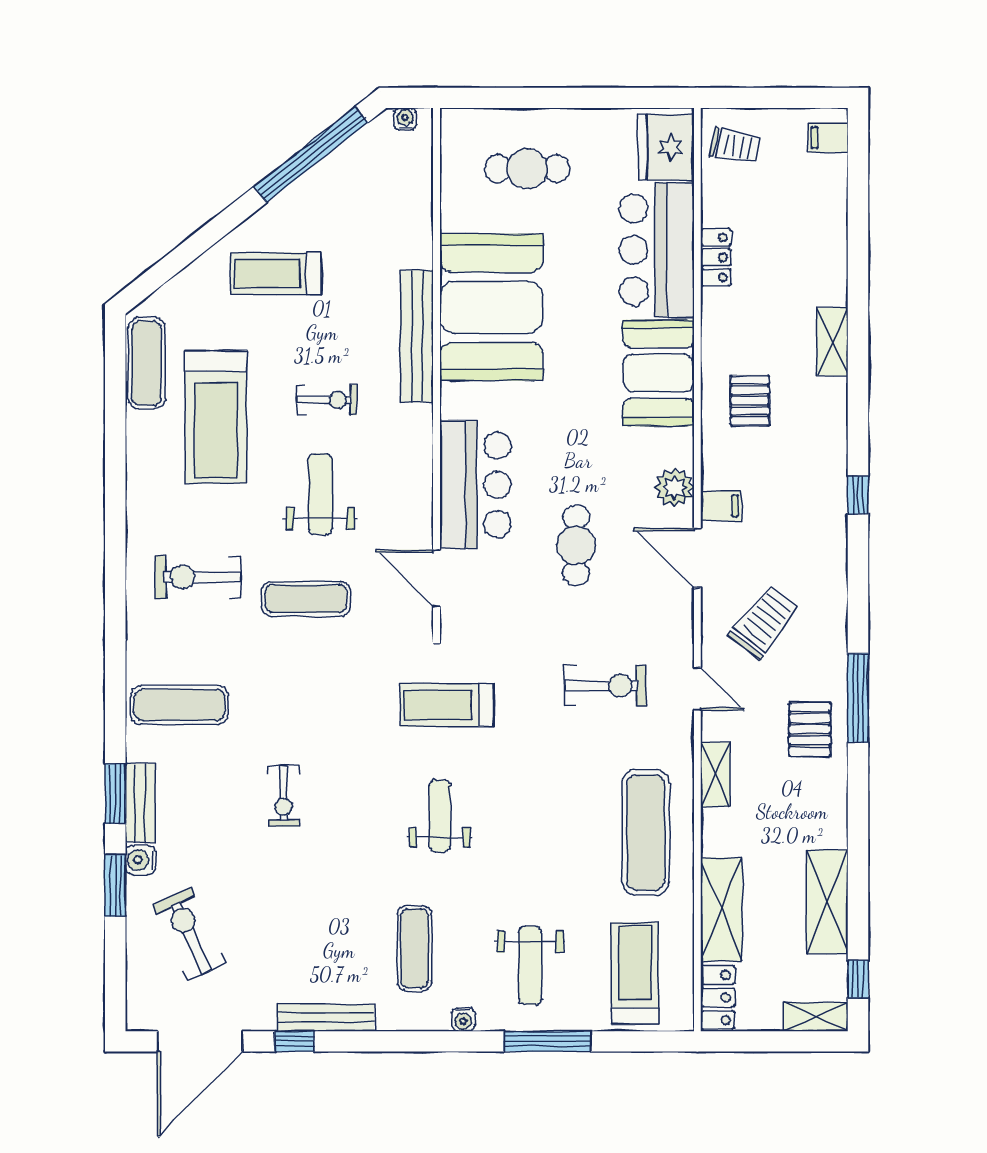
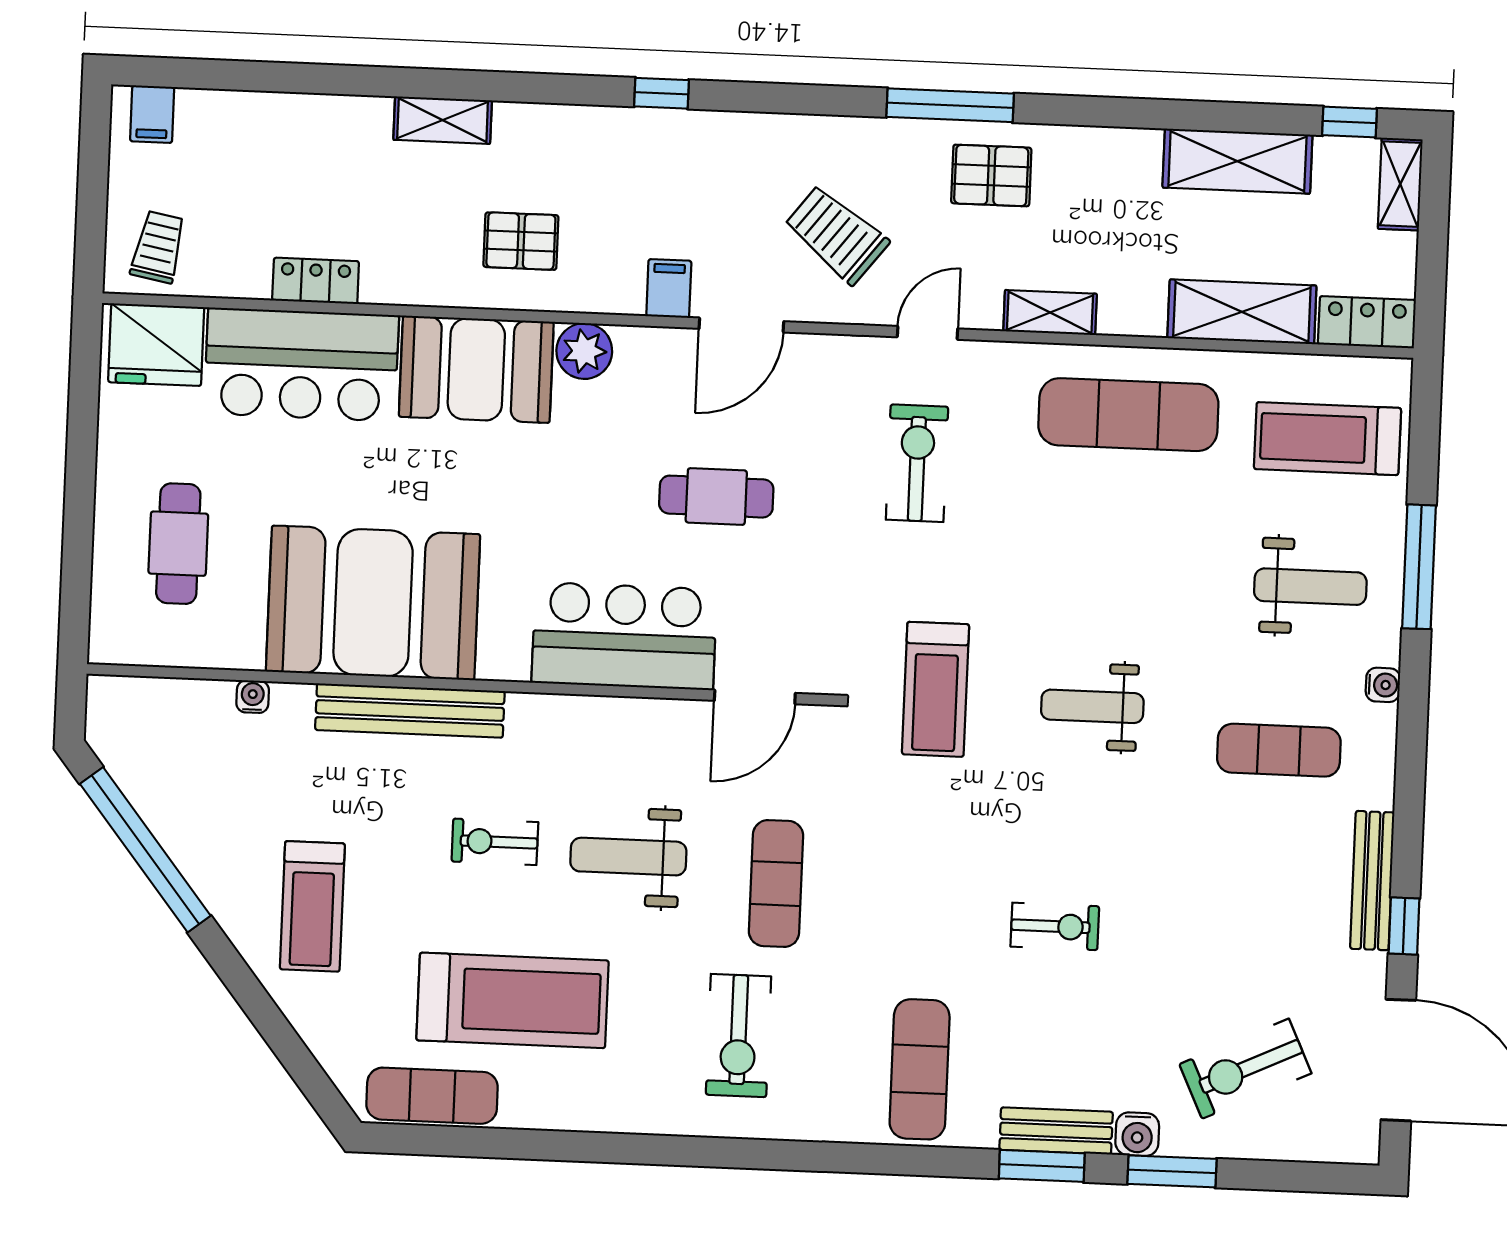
water cooler: (405, 119) -> (253, 697), moved, turned 90
exercise bike: (327, 400) -> (495, 842), turned -90
plant: (674, 488) -> (584, 351), moved

